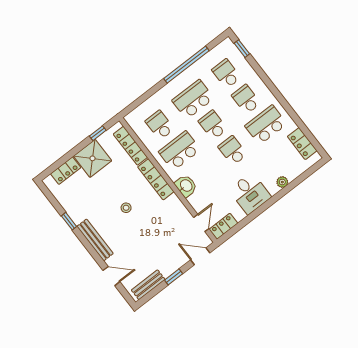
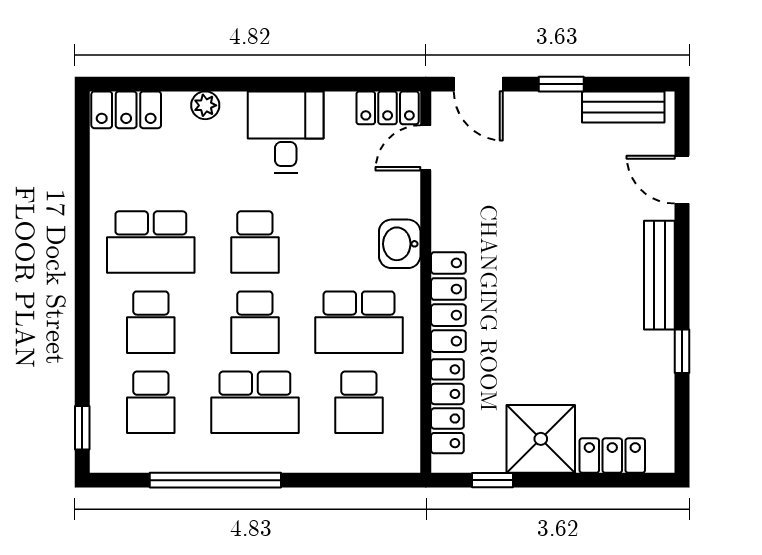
locker: (302, 144) -> (126, 110), moved, turned 90
stool: (126, 208) -> (550, 291), removed

